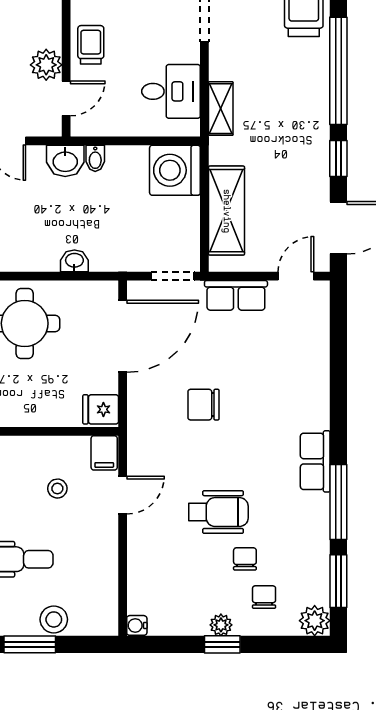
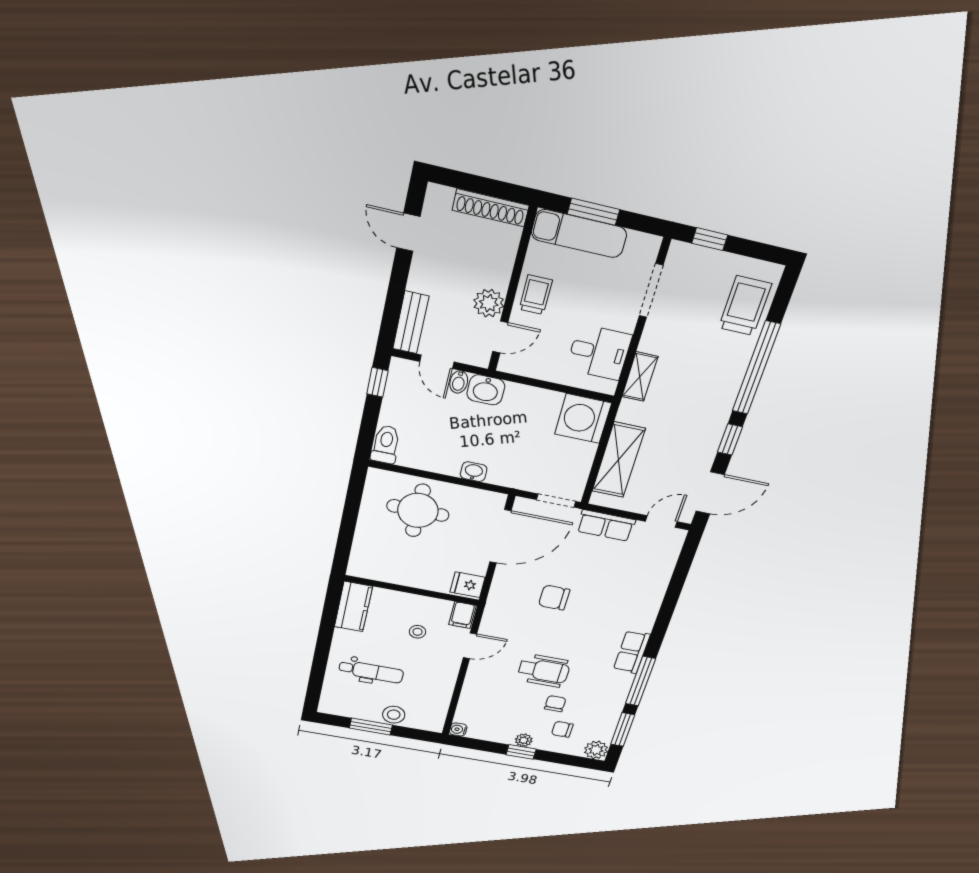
bidet: (95, 158) -> (459, 382), moved
chair: (264, 597) -> (562, 729), turned -90

